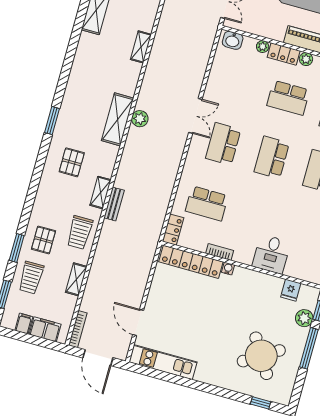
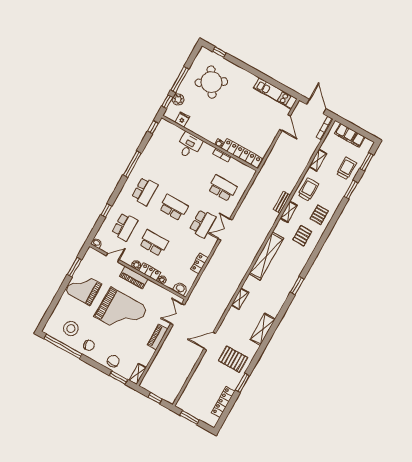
double door: (195, 116) -> (225, 229), moved
shelving: (118, 119) -> (266, 256), width x1.47
plant: (140, 119) -> (252, 253), removed
window: (52, 121) -> (297, 285), moved
school desk: (272, 157) -> (174, 207), turned -90
locker: (173, 230) -> (199, 263), moved
pallet: (44, 240) -> (319, 215), moved

